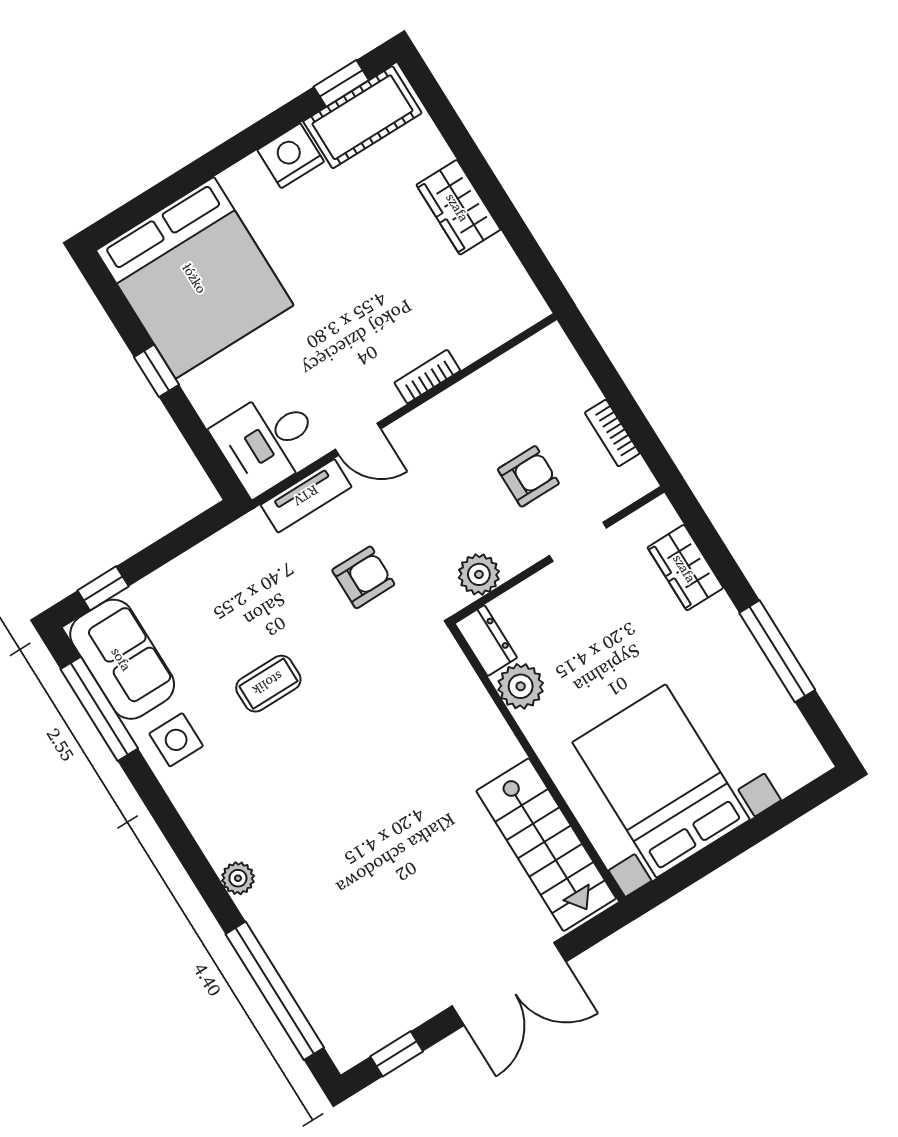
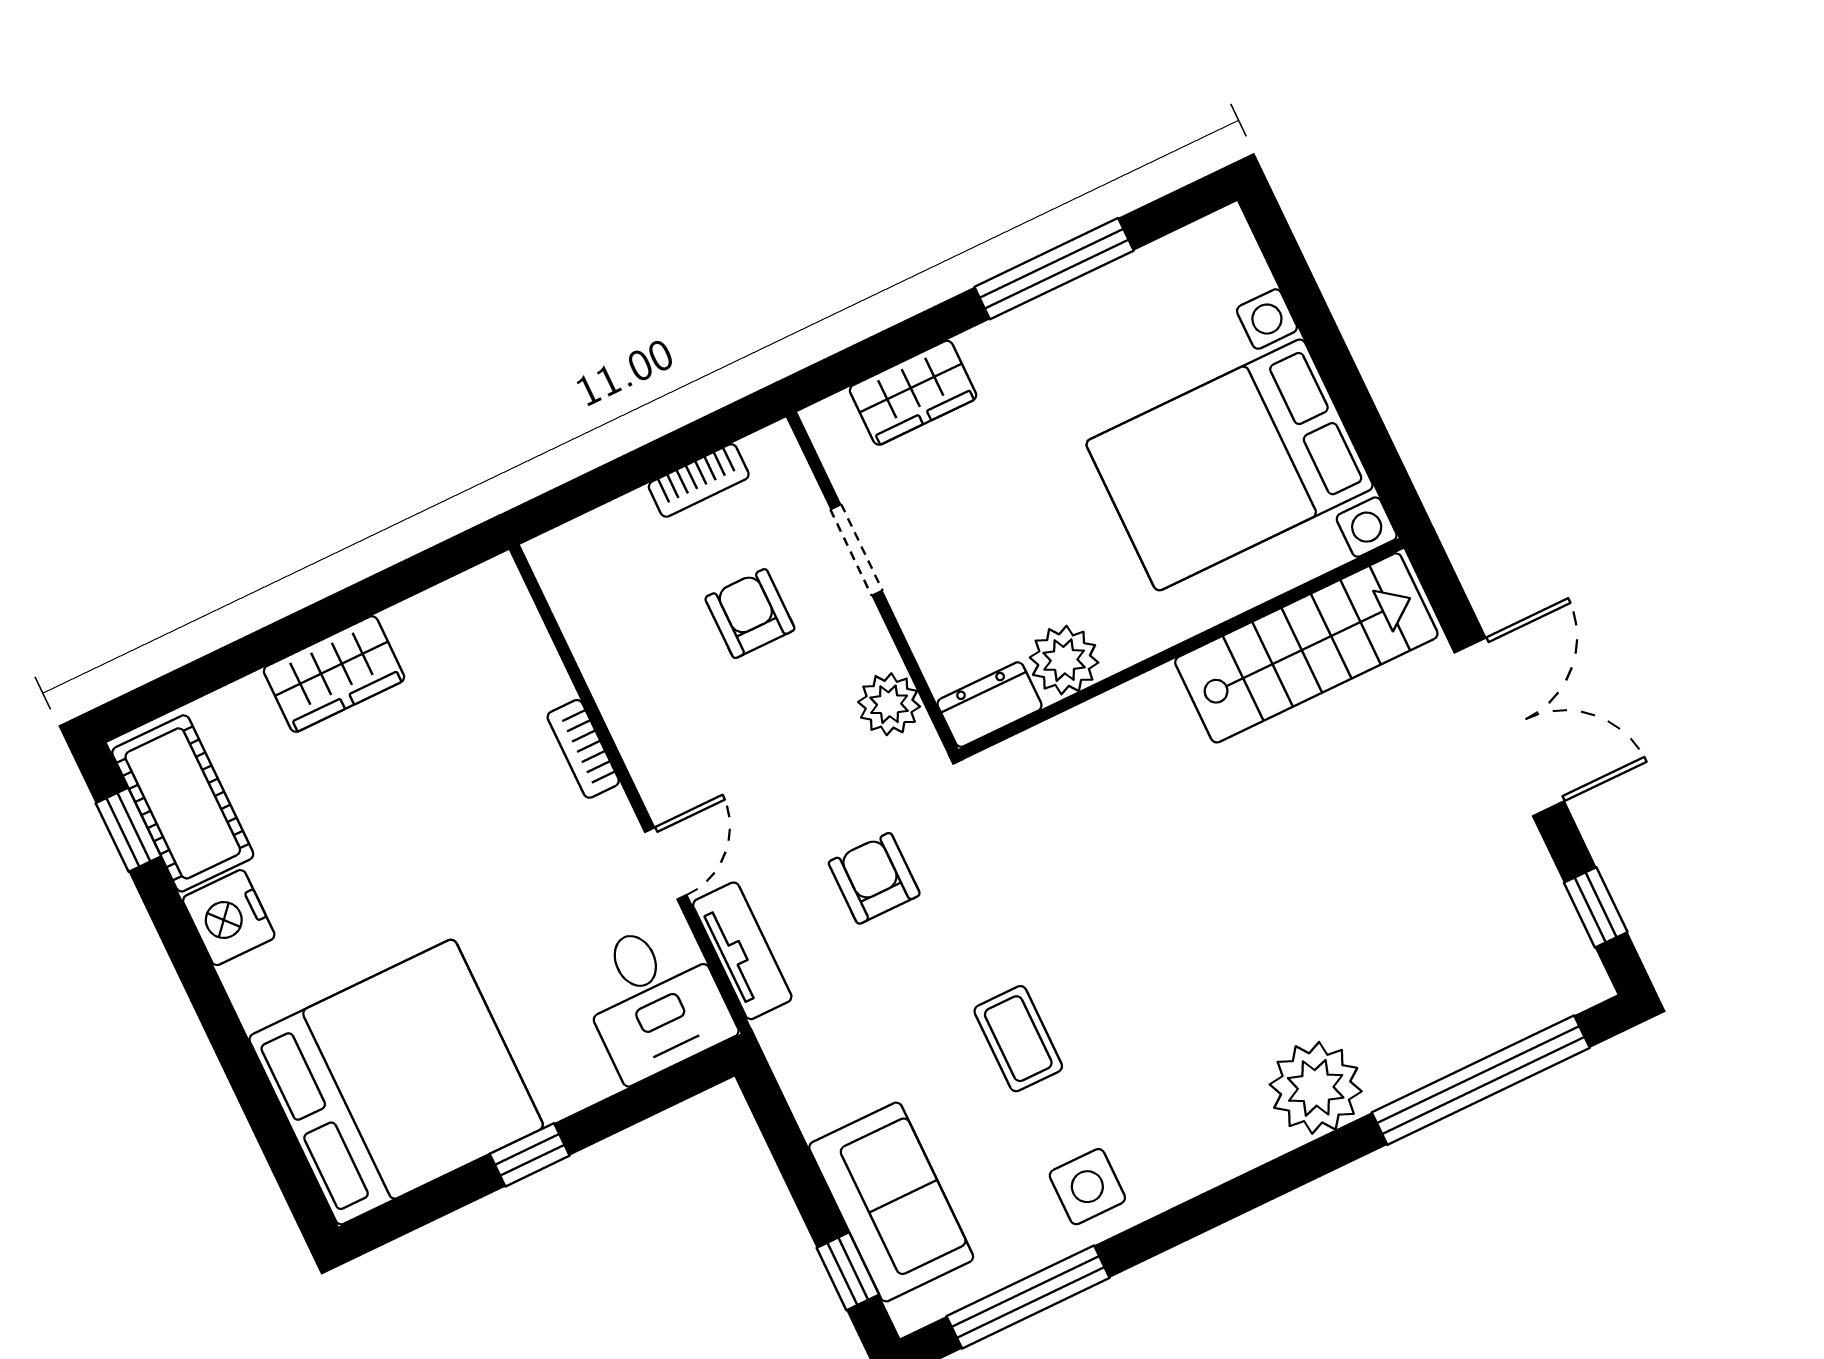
sofa: (122, 659) -> (891, 1202), moved, turned 90
plant: (238, 878) -> (1316, 1088), width x1.88, depth x1.88

